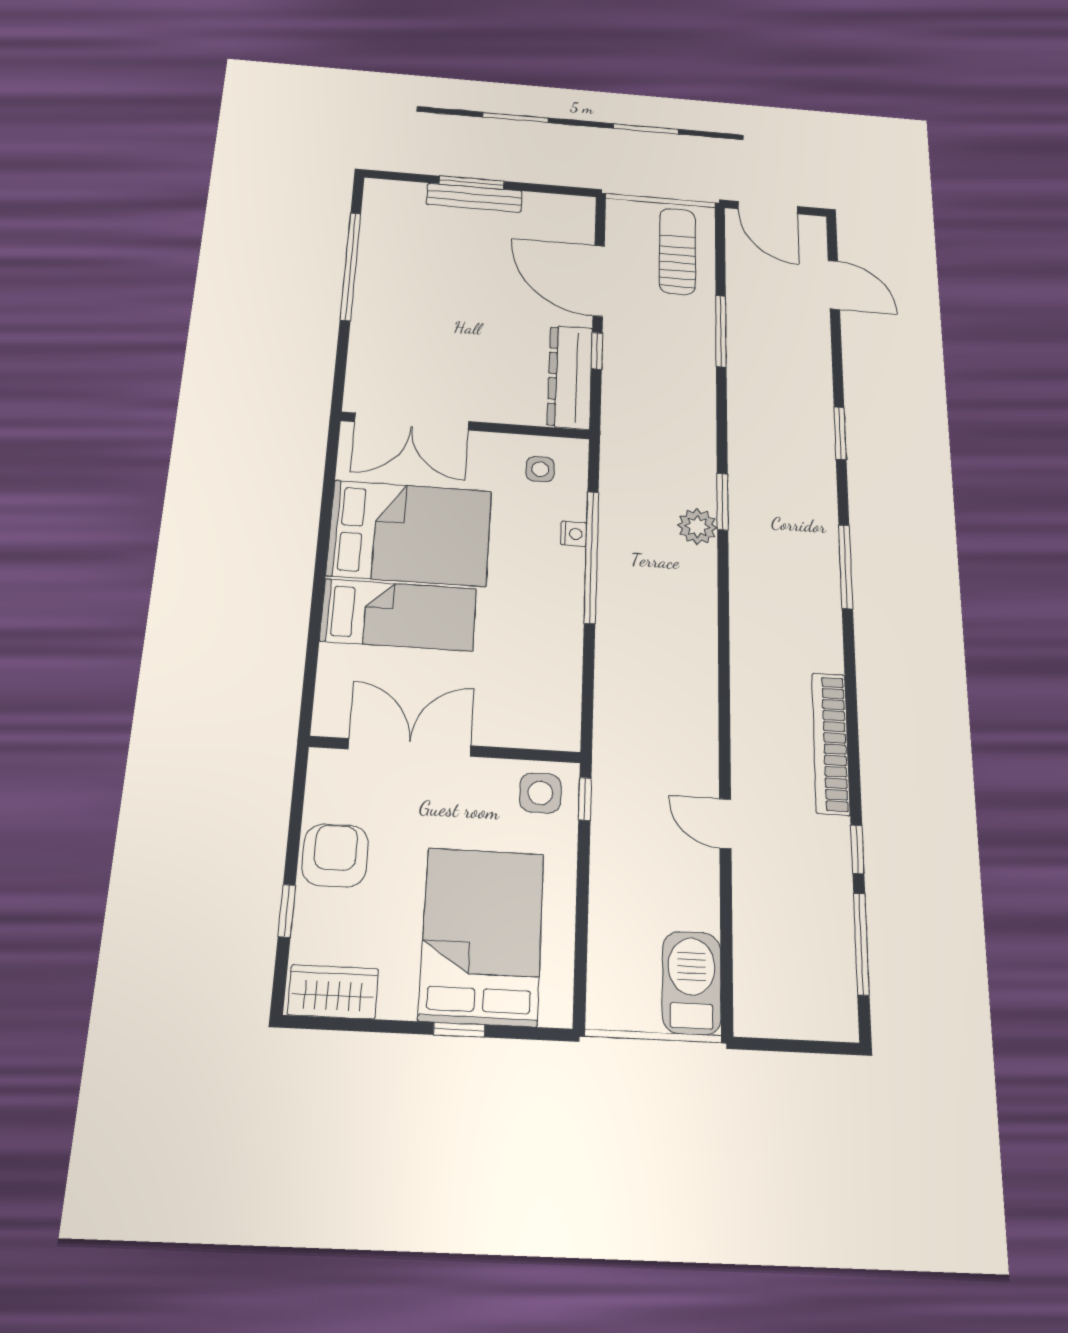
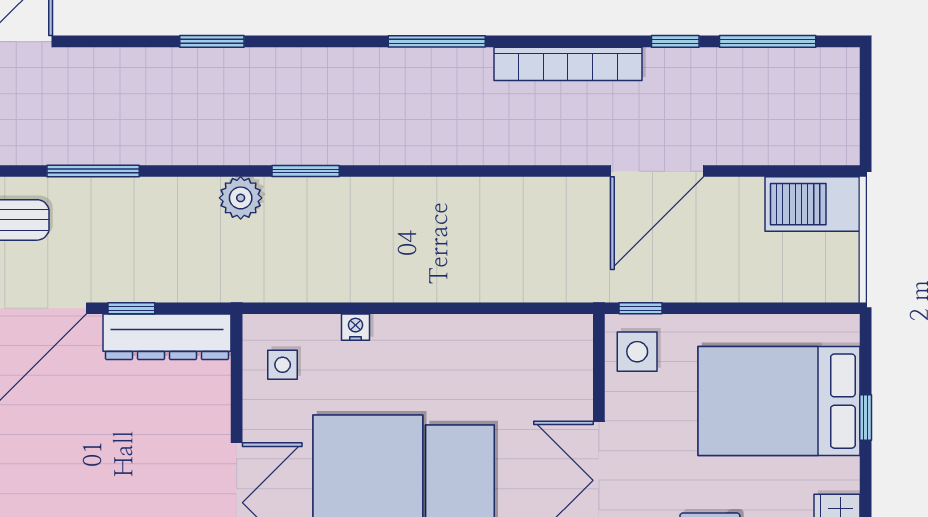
plant: (697, 527) -> (241, 198), moved
window: (591, 557) -> (381, 308), removed
window: (846, 567) -> (437, 41), moved
door: (725, 824) -> (657, 171), width x1.87

